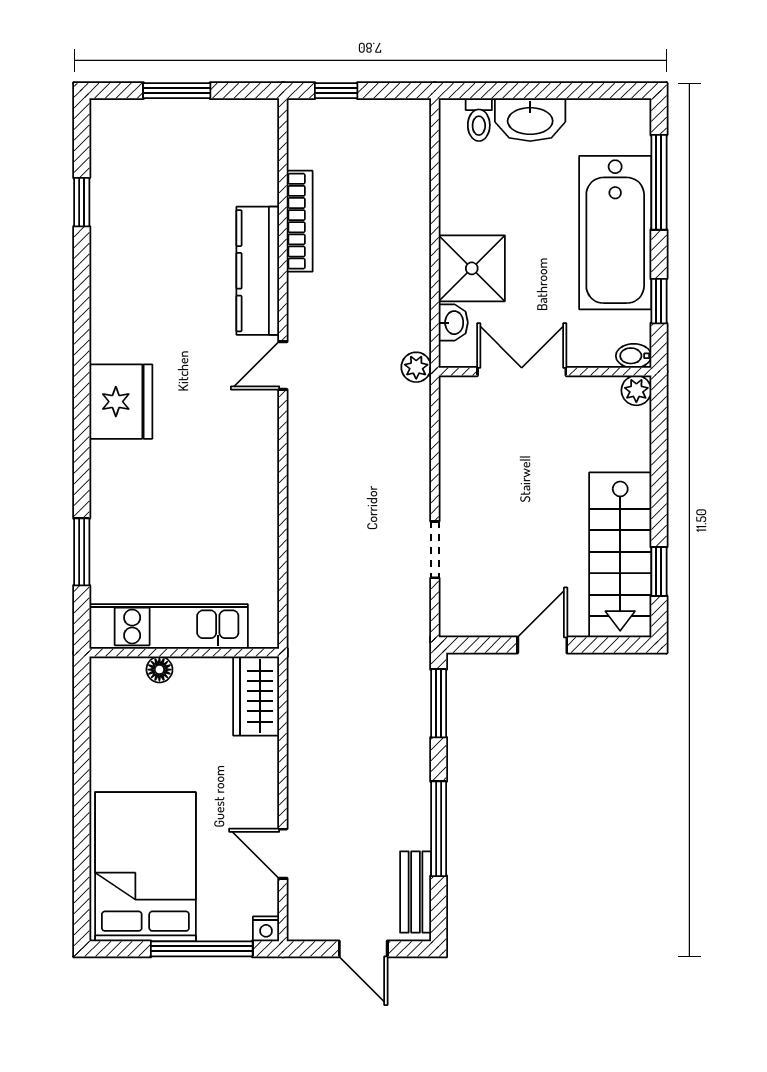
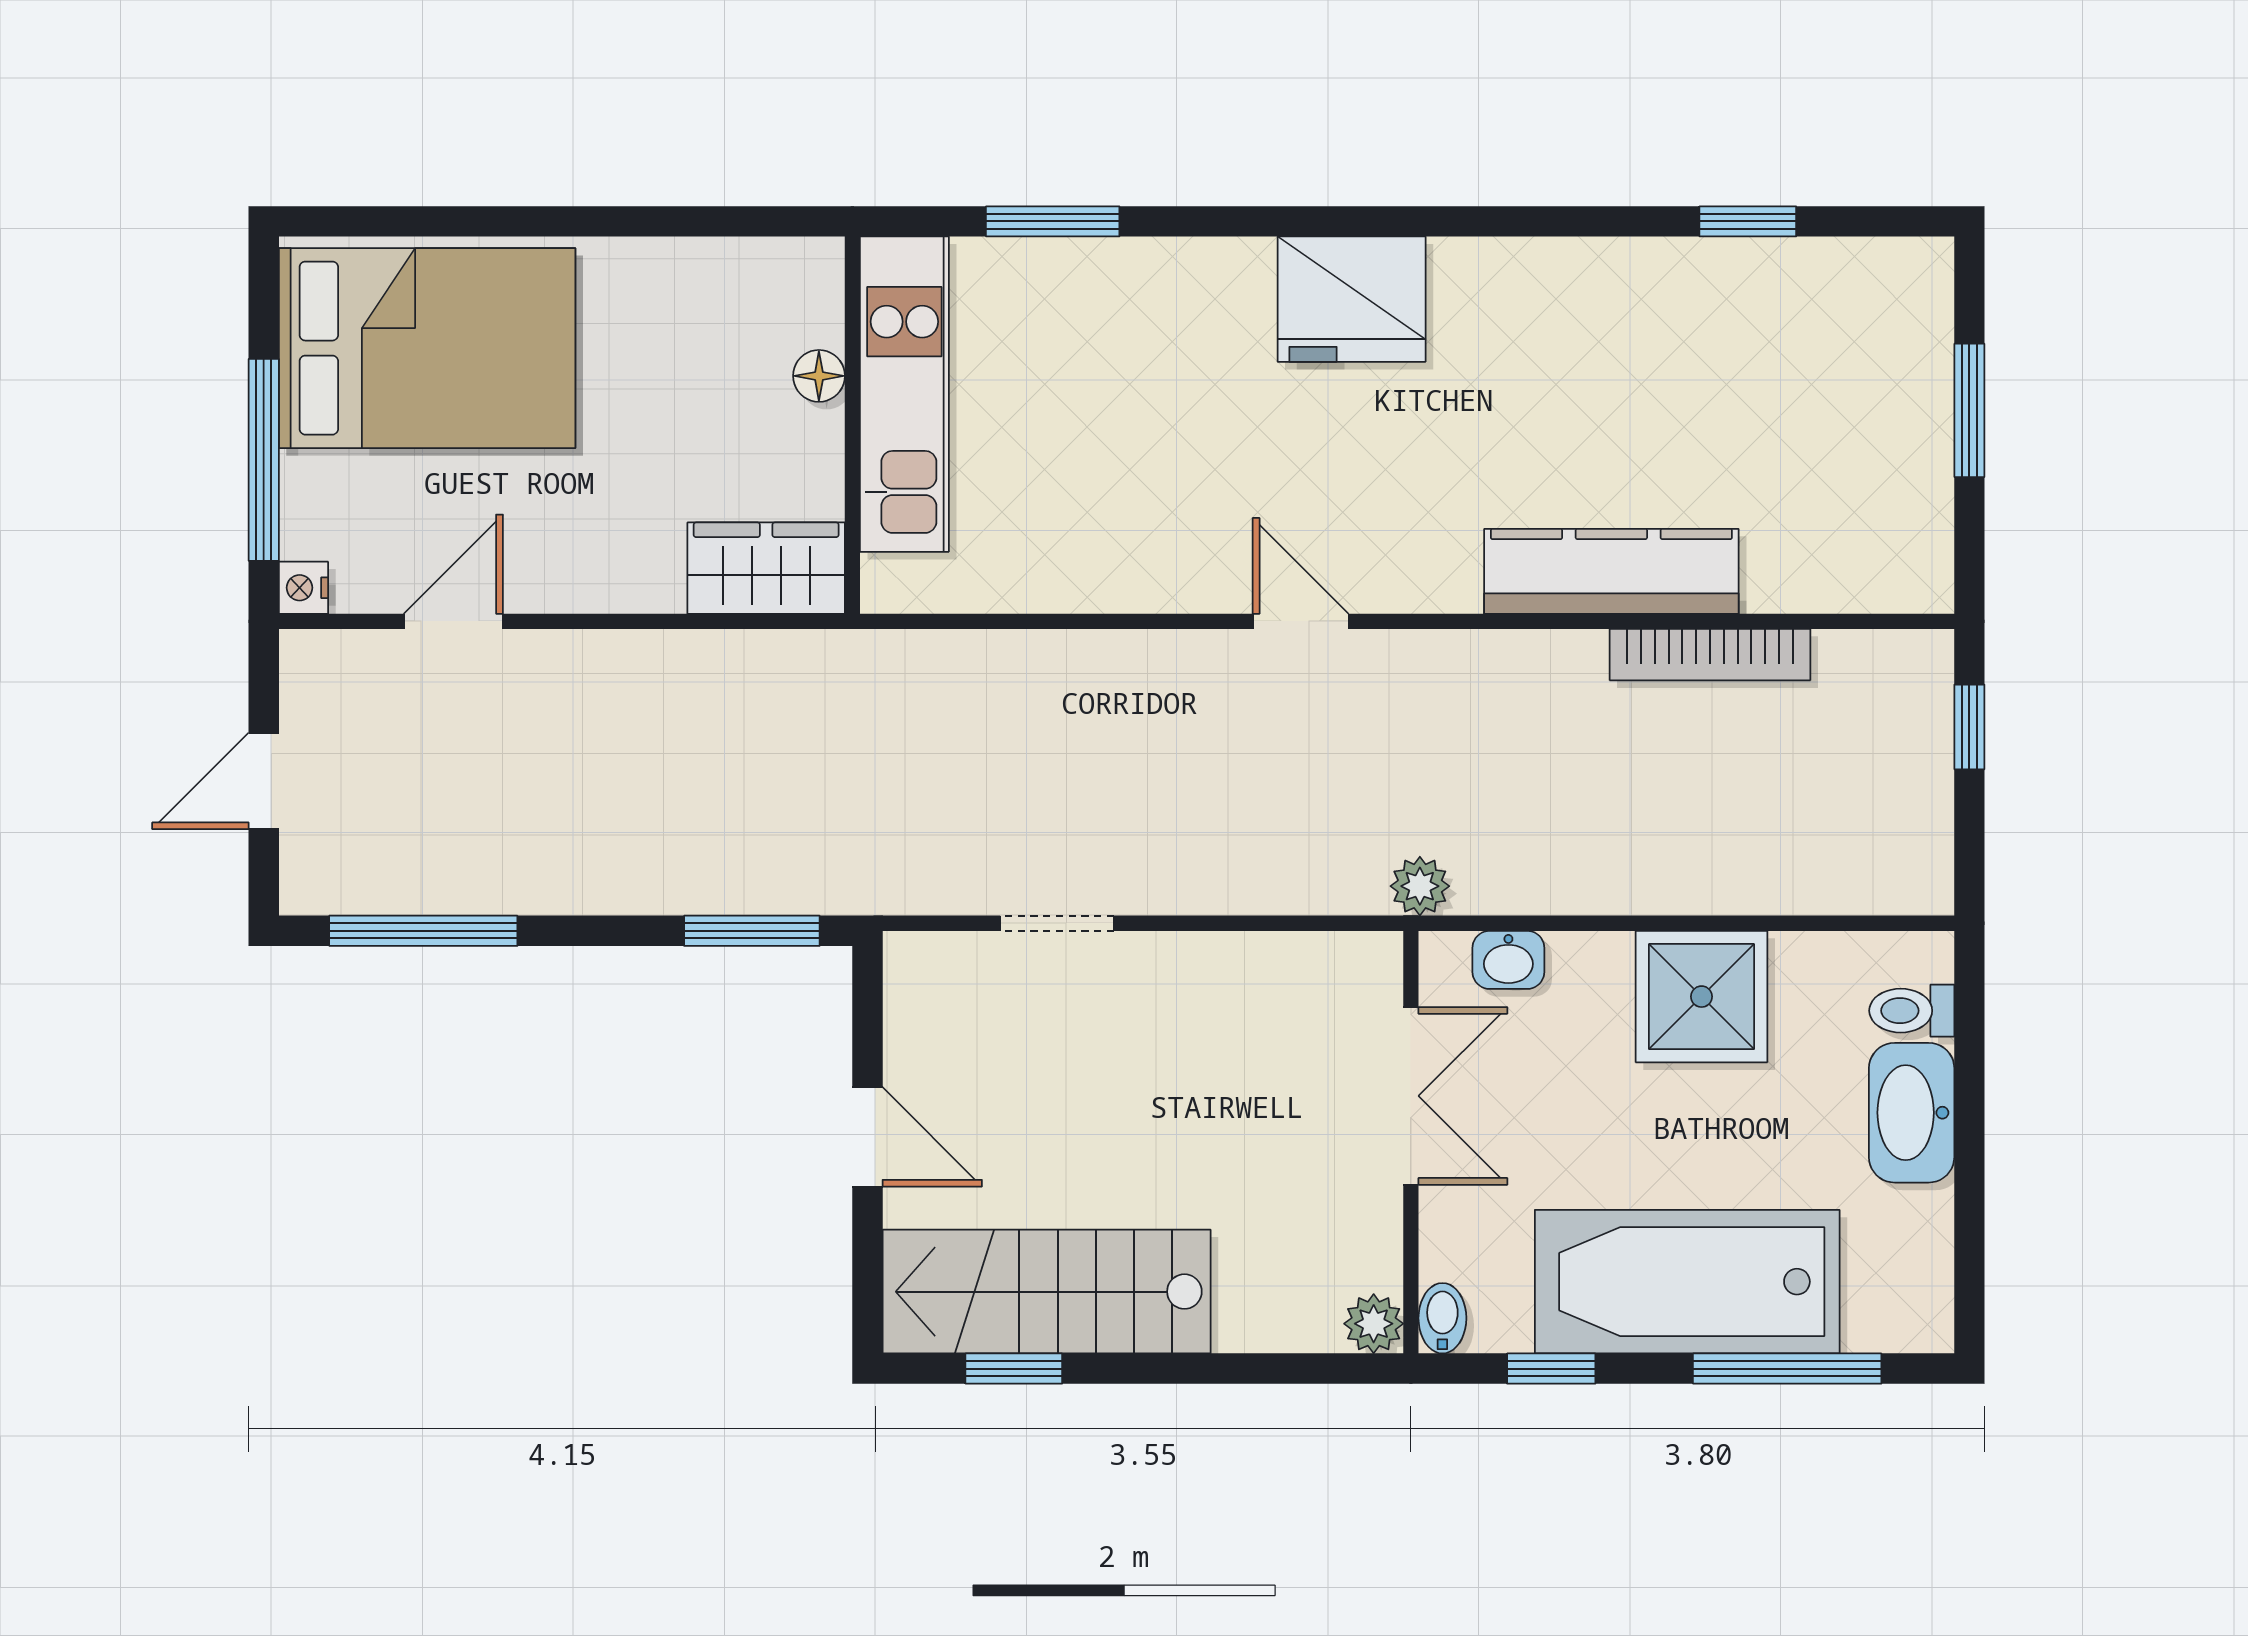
shower: (472, 268) -> (1702, 997), moved
door: (283, 366) -> (1301, 621), moved
window: (439, 829) -> (423, 931), moved
bench: (416, 892) -> (377, 885), removed

